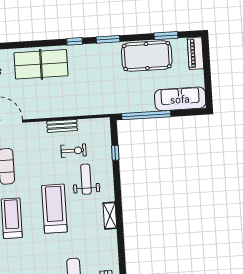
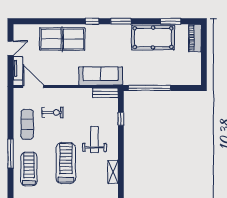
sofa: (180, 99) -> (101, 76), moved
bench: (62, 126) -> (105, 93), moved
exercise bike: (74, 151) -> (53, 112), moved

